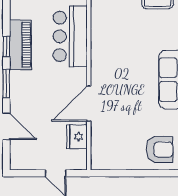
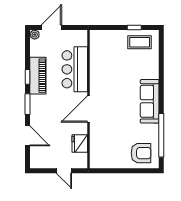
door: (89, 104) -> (89, 109), moved

